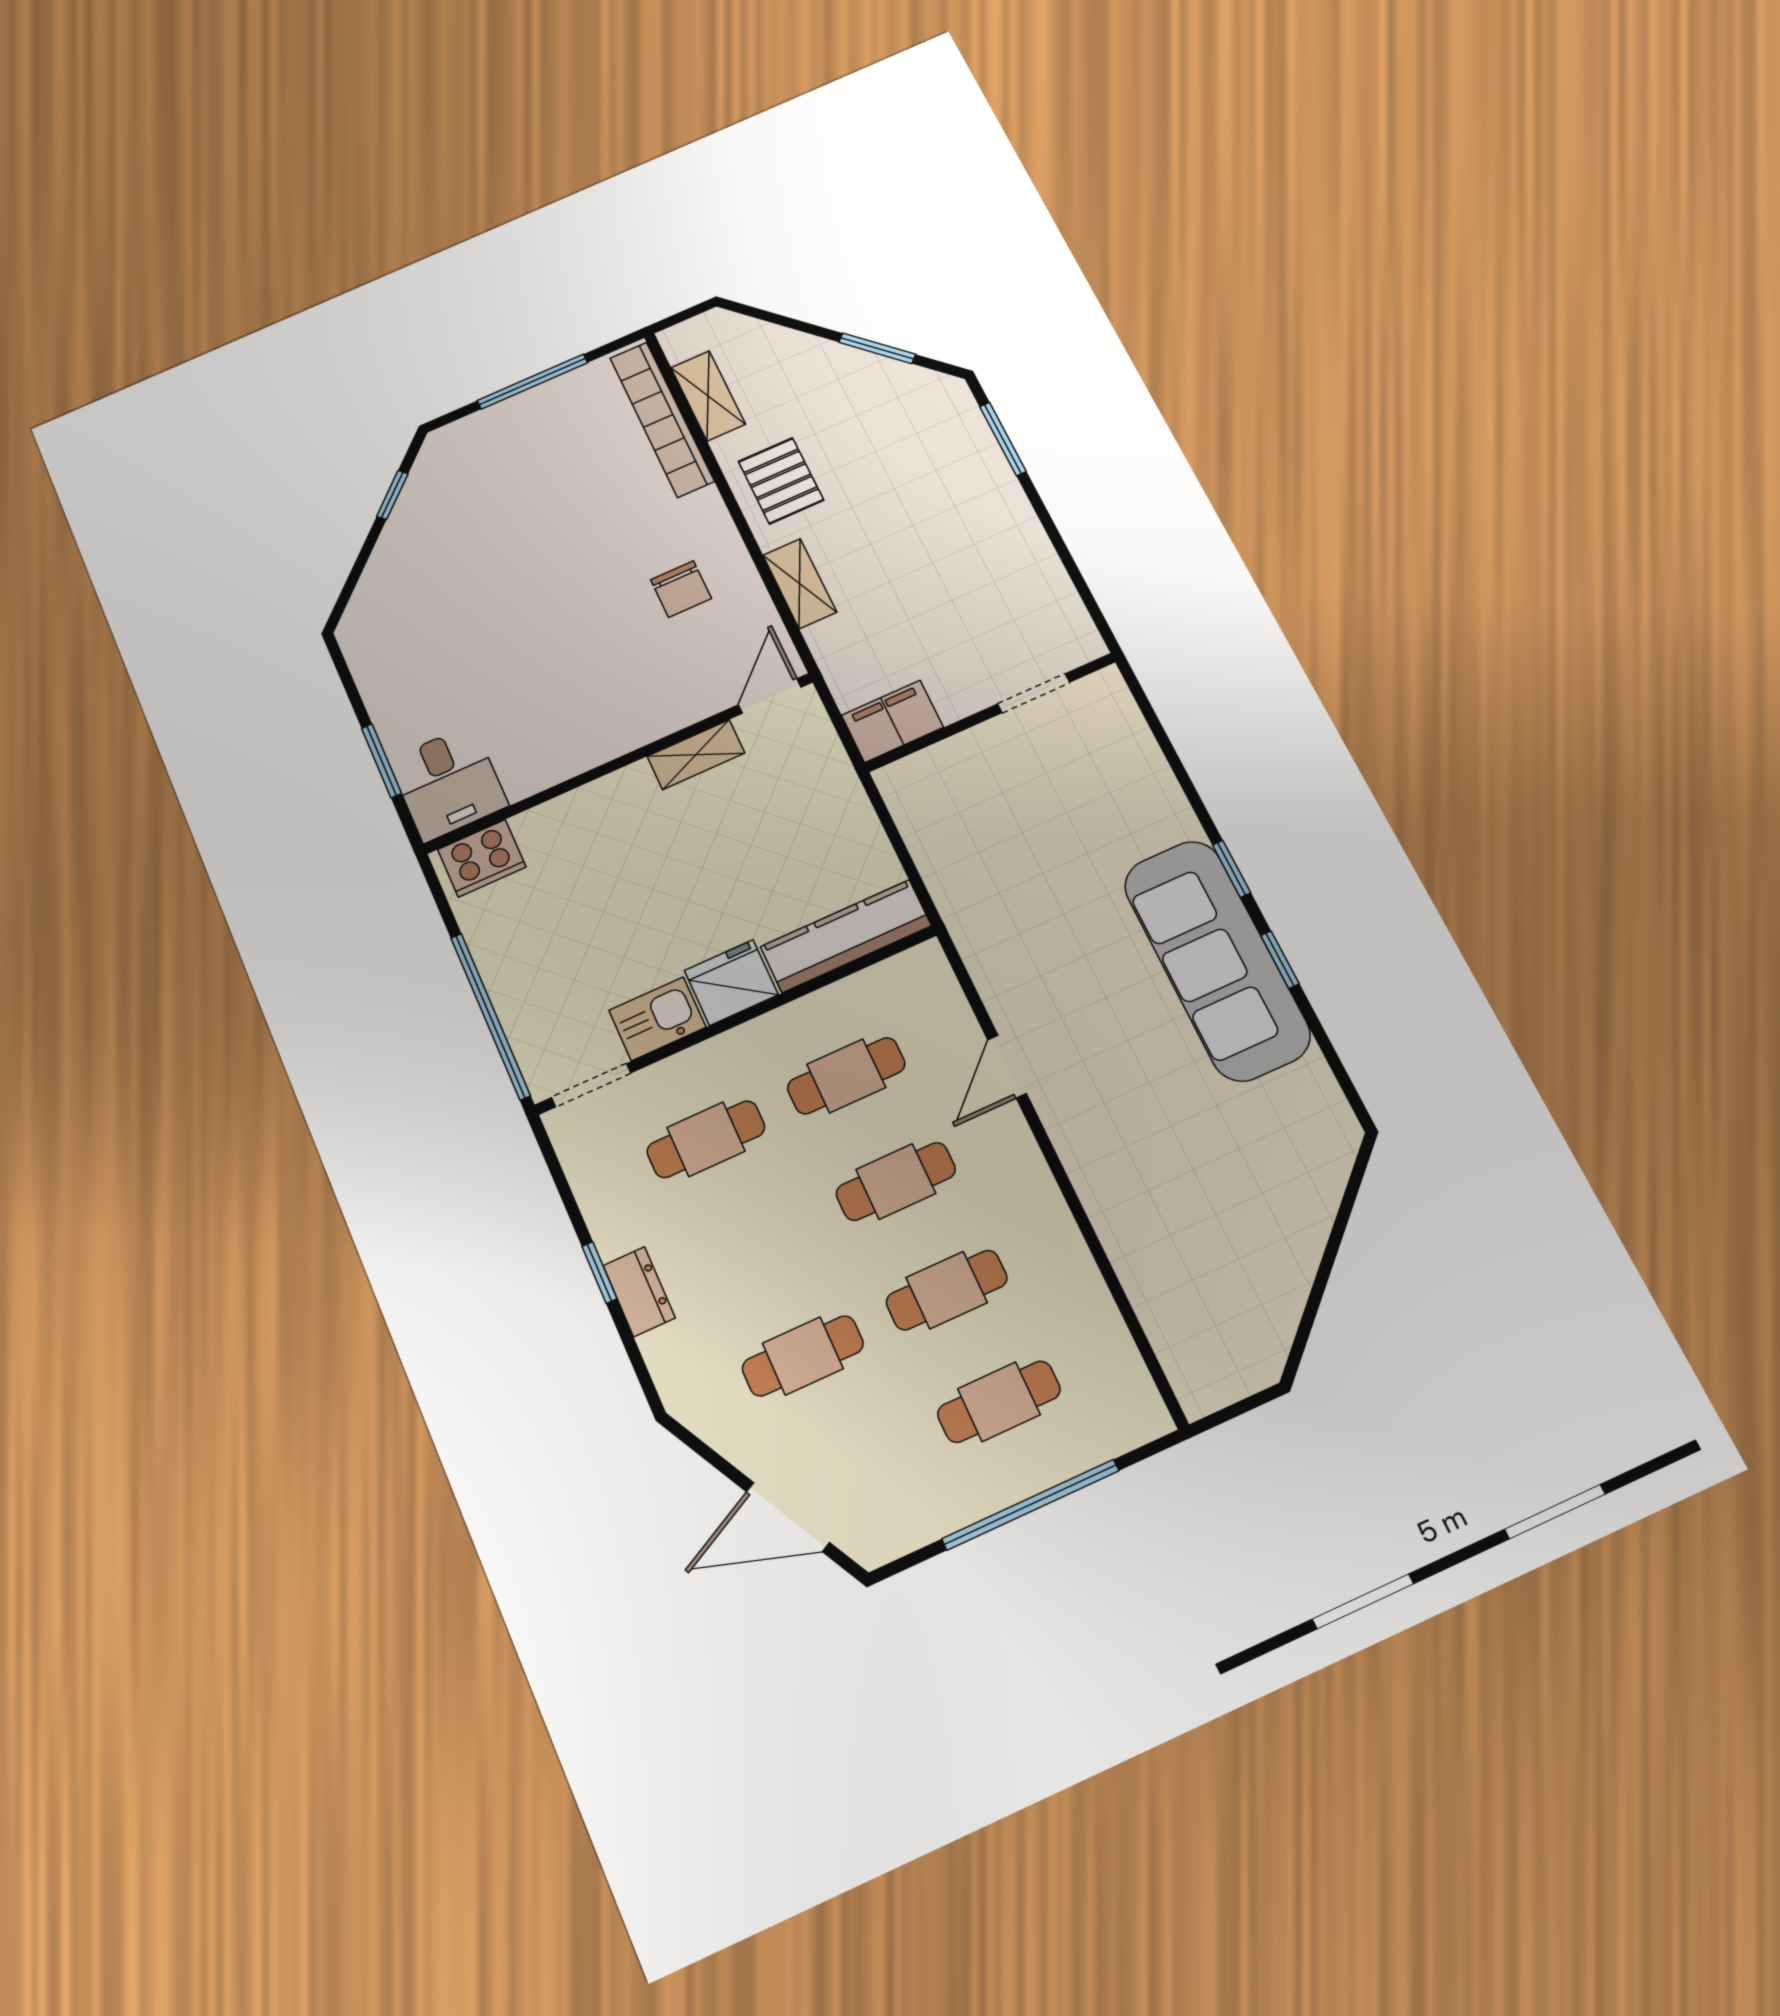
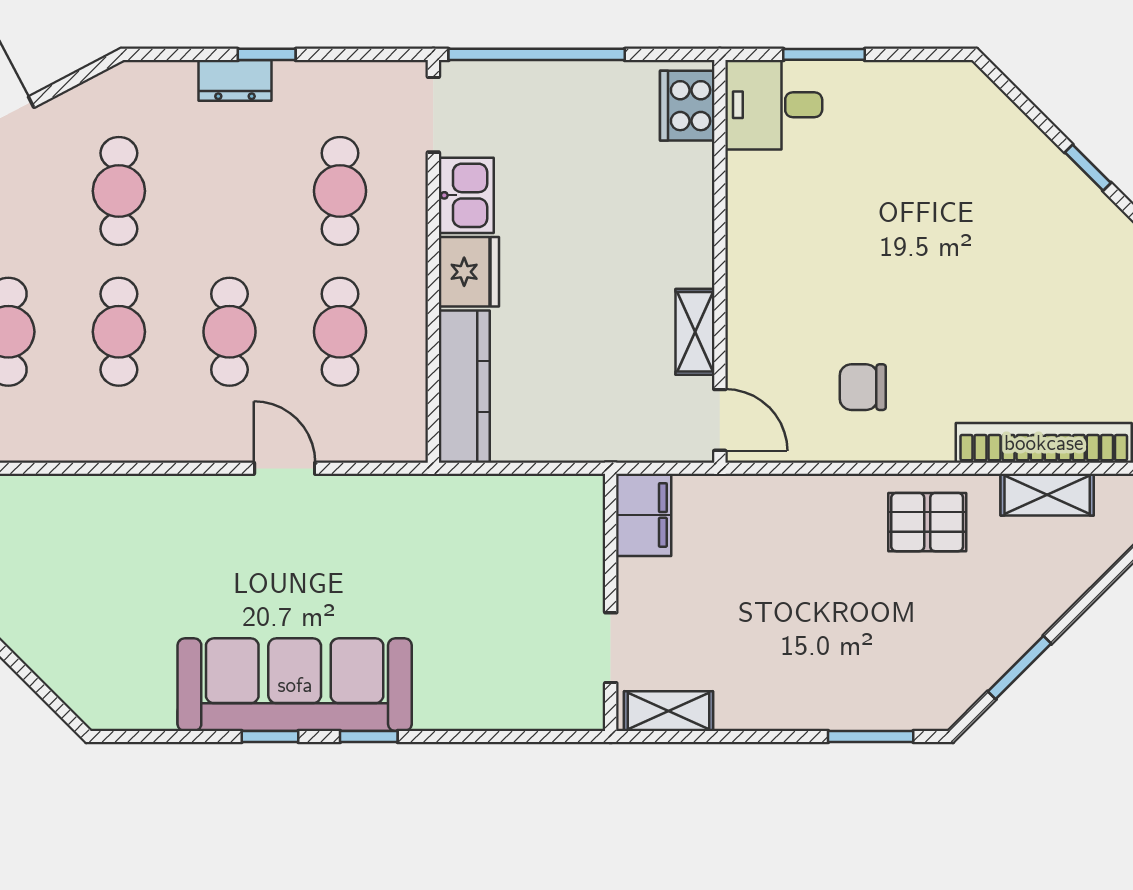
shelving: (800, 584) -> (668, 711), moved

